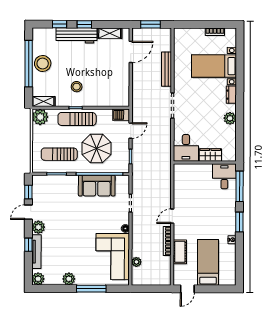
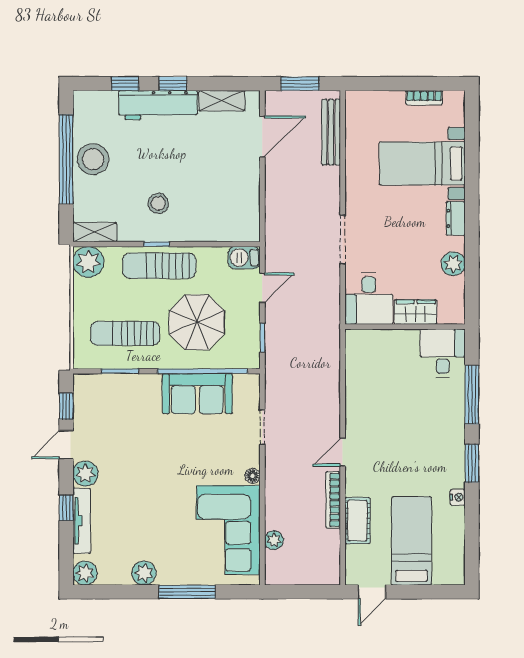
bench: (166, 69) -> (331, 132), moved
desk: (186, 148) -> (369, 299), moved
wardrobe: (210, 155) -> (416, 312), moved
wall: (205, 162) -> (405, 327), moved
desk: (224, 176) -> (443, 353), moved

